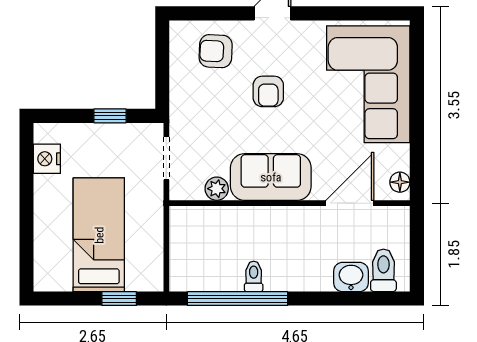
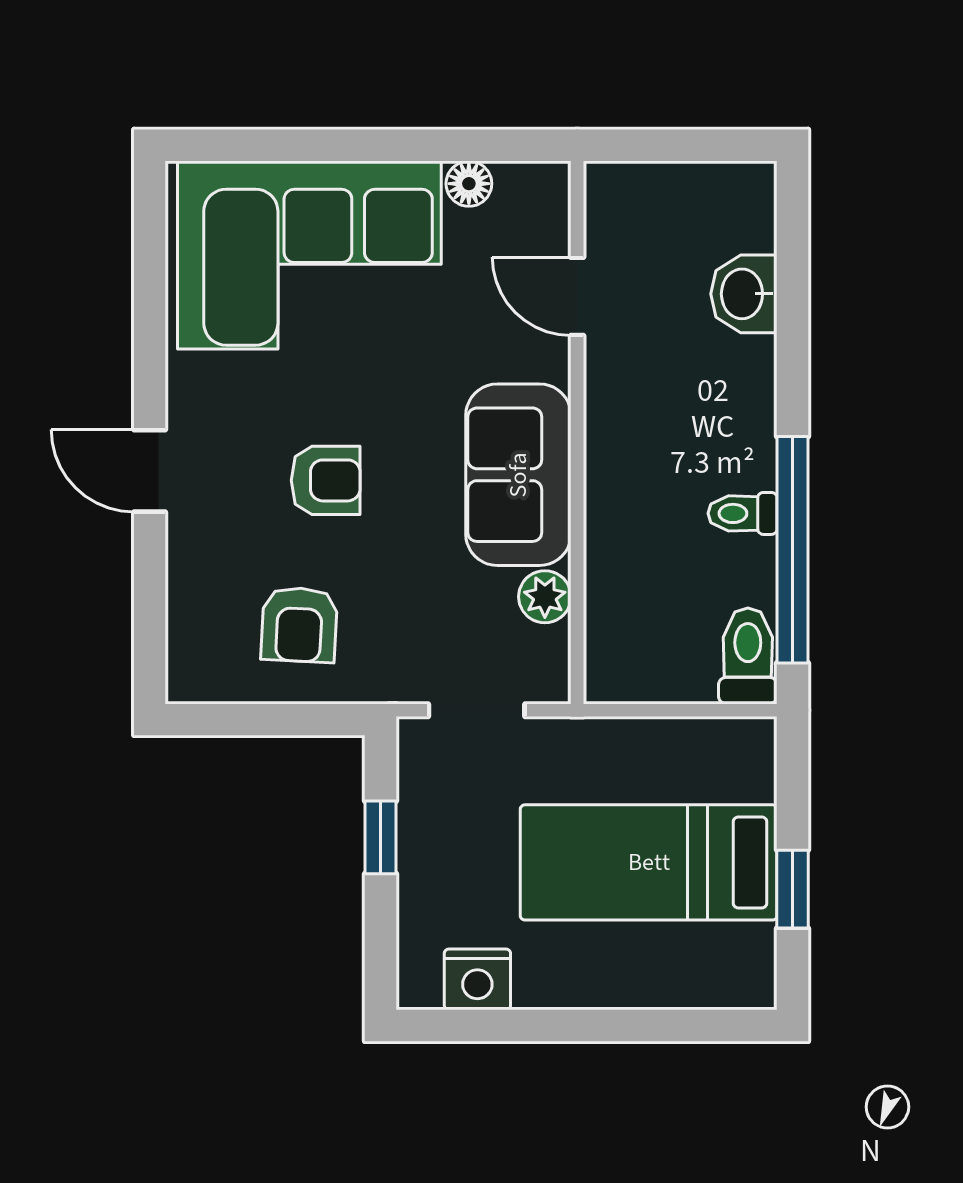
armchair: (216, 51) -> (299, 625), moved
floor lamp: (400, 182) -> (469, 184), moved
door: (350, 203) -> (577, 296), width x0.73
toilet: (383, 270) -> (748, 656), moved, turned 90
window: (119, 299) -> (793, 889), moved

